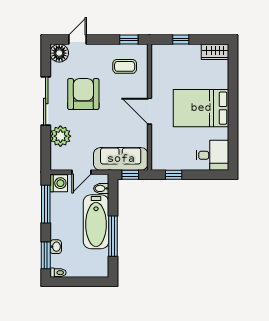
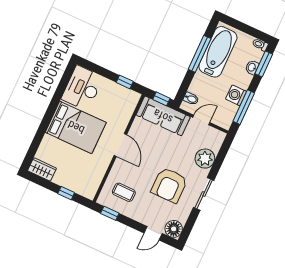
sliding door: (46, 101) -> (204, 194), width x0.73
desk: (212, 155) -> (82, 88), width x1.37
washing machine: (59, 183) -> (236, 95), moved
bathtub: (96, 222) -> (218, 52), moved

